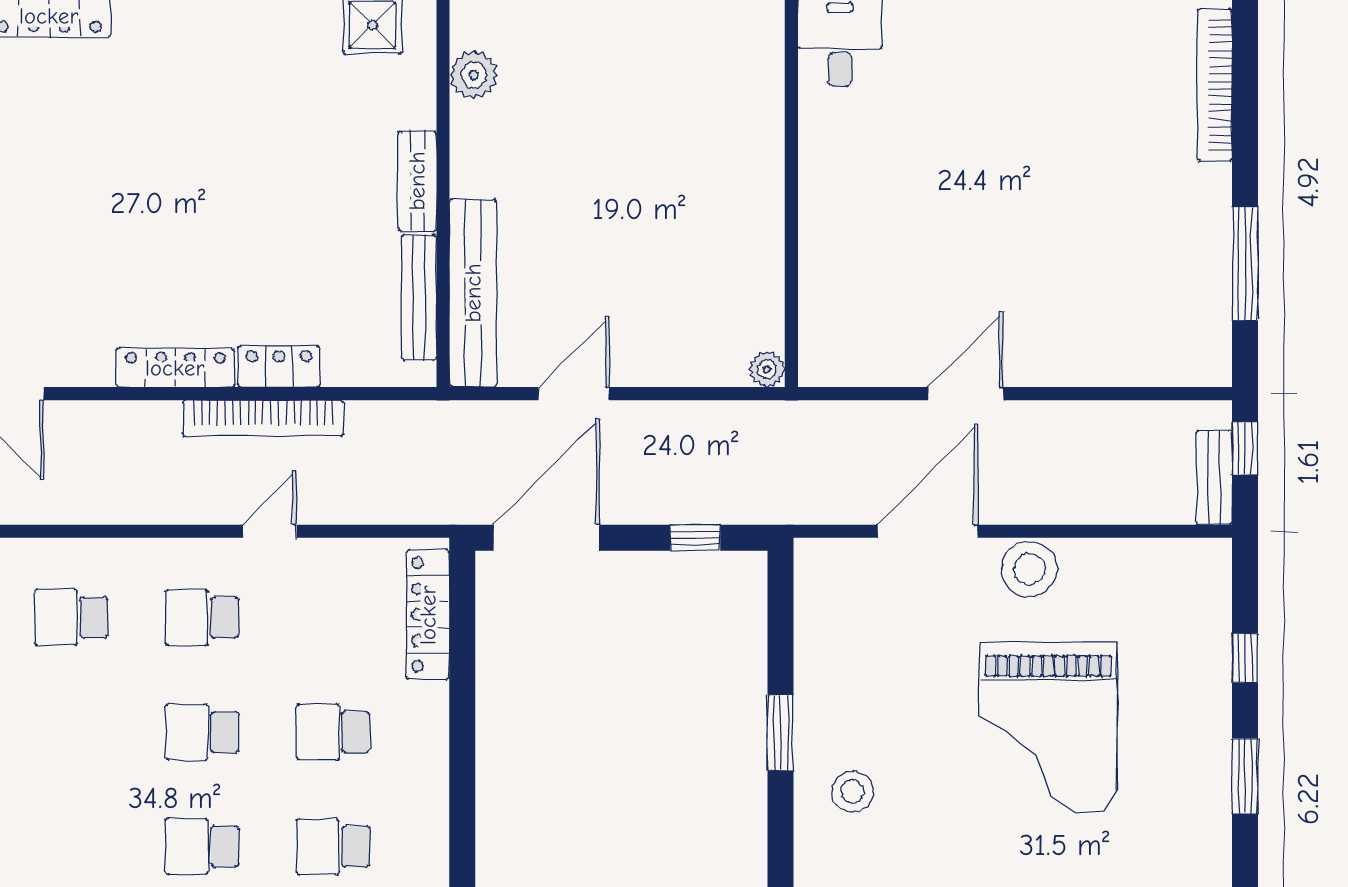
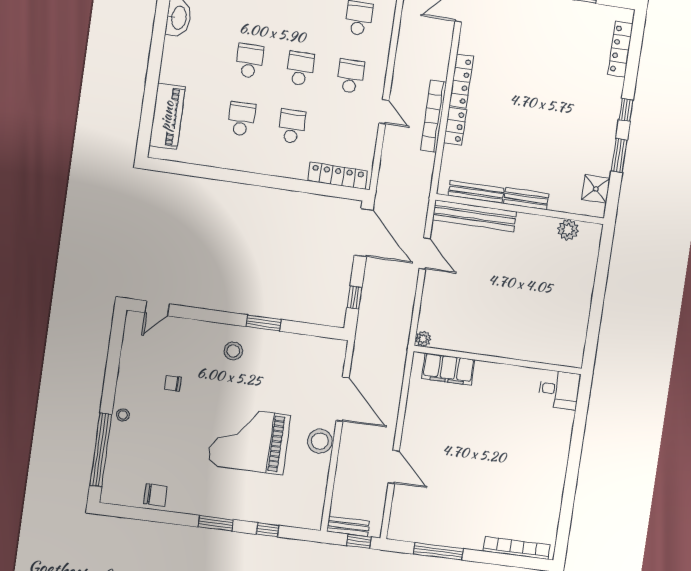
filing cabinet: (828, 302) -> (448, 369), added
door: (966, 394) -> (394, 467), moved

